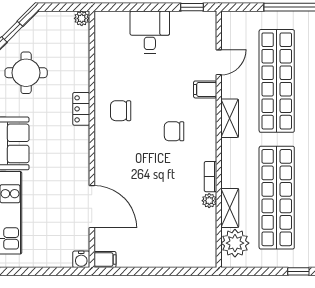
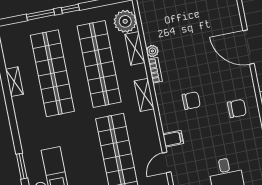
shelving: (230, 118) -> (144, 95), moved
door: (92, 207) -> (249, 47), moved

